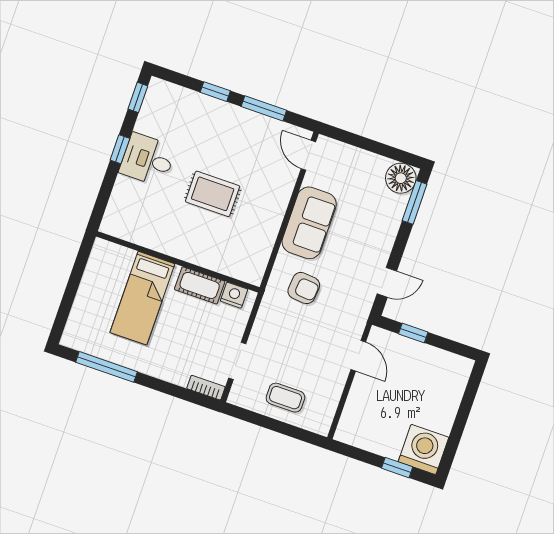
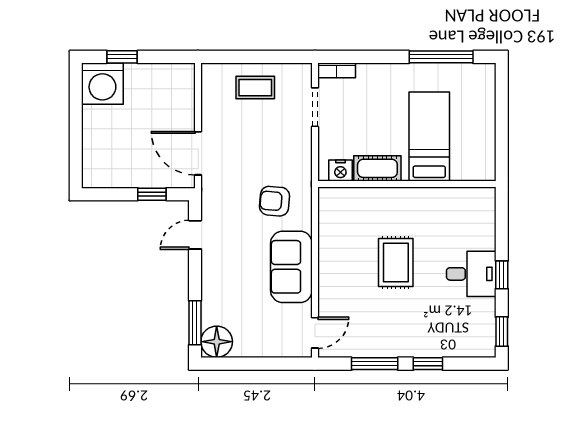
door: (308, 155) -> (315, 333), hinge flipped
rug: (213, 194) -> (396, 262), turned 90
door: (358, 356) -> (198, 153), width x1.38

